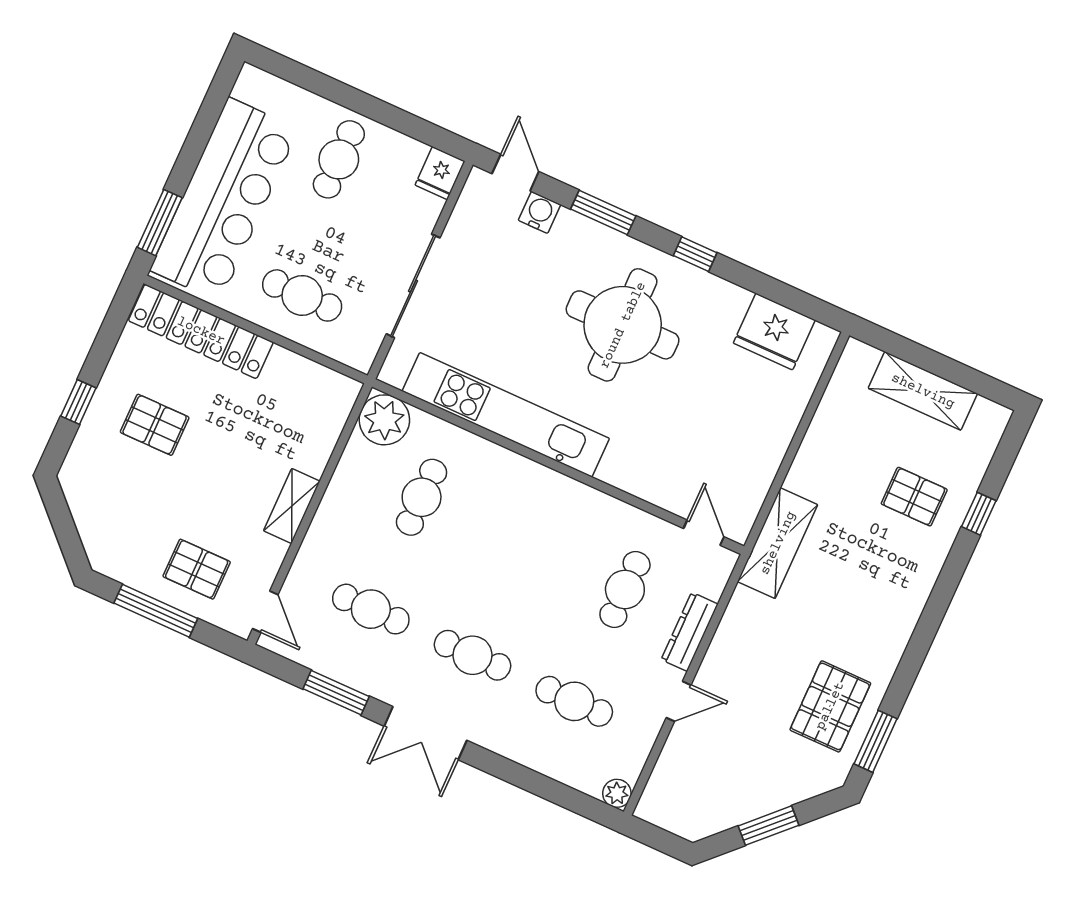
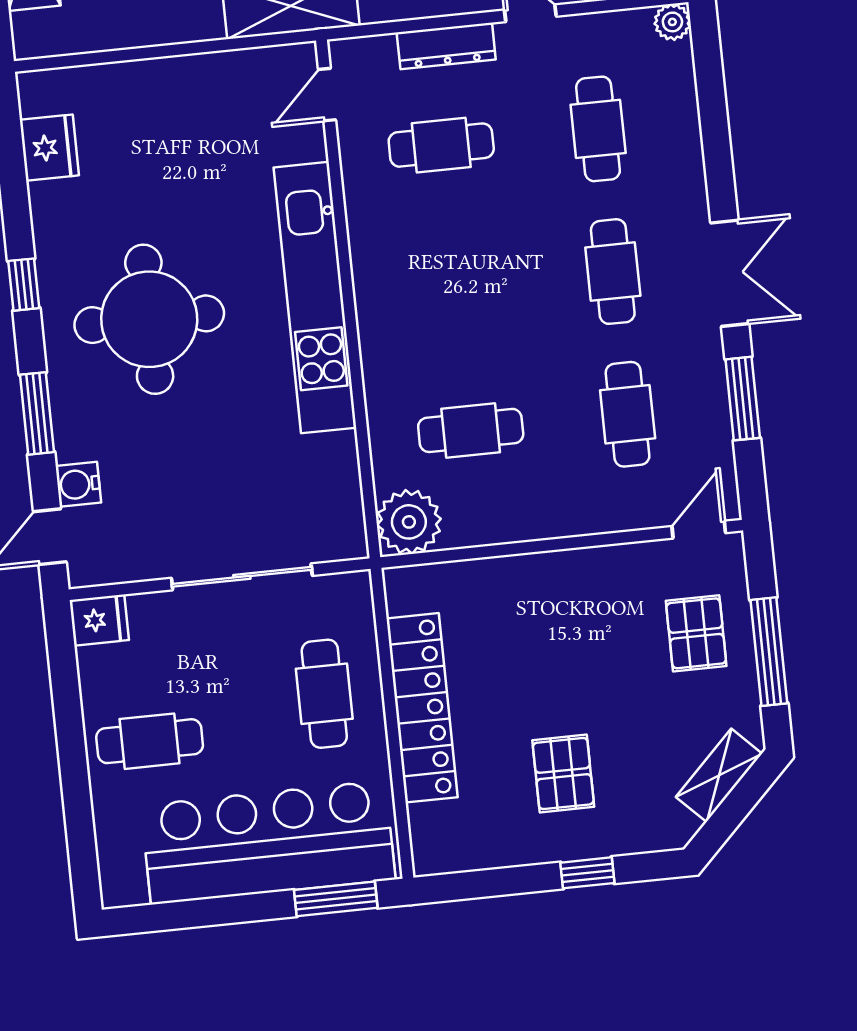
locker: (201, 331) -> (422, 708), moved
fridge: (774, 332) -> (49, 148), width x0.73, depth x0.75
kitchen unit: (506, 415) -> (315, 298), moved
shelving: (292, 506) -> (719, 775), moved, turned -45

